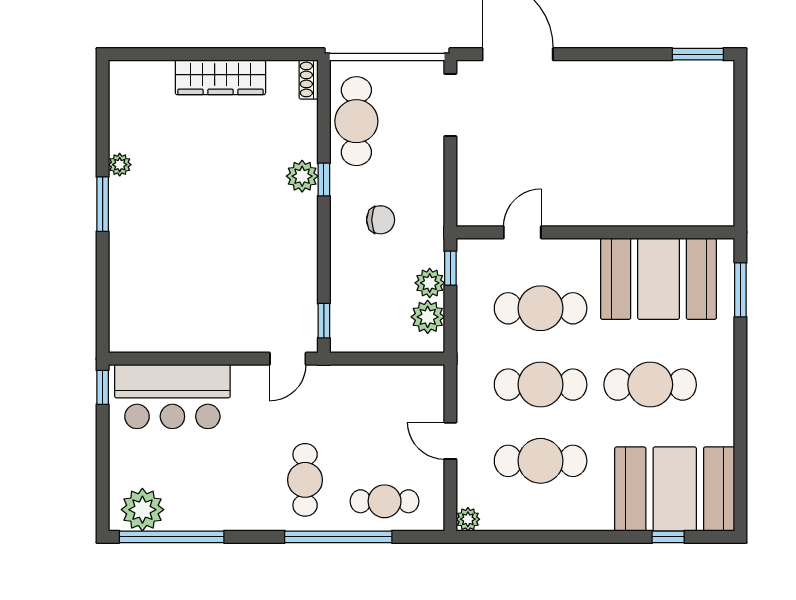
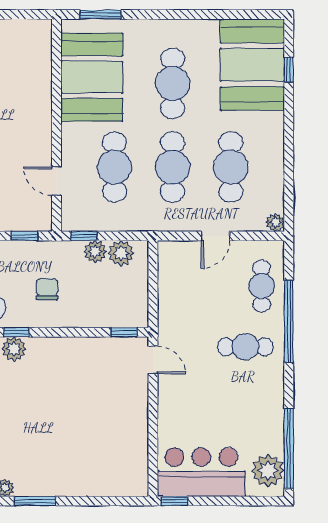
window: (450, 191) -> (25, 236), added
bar counter: (172, 397) -> (201, 472), moved, turned -90

